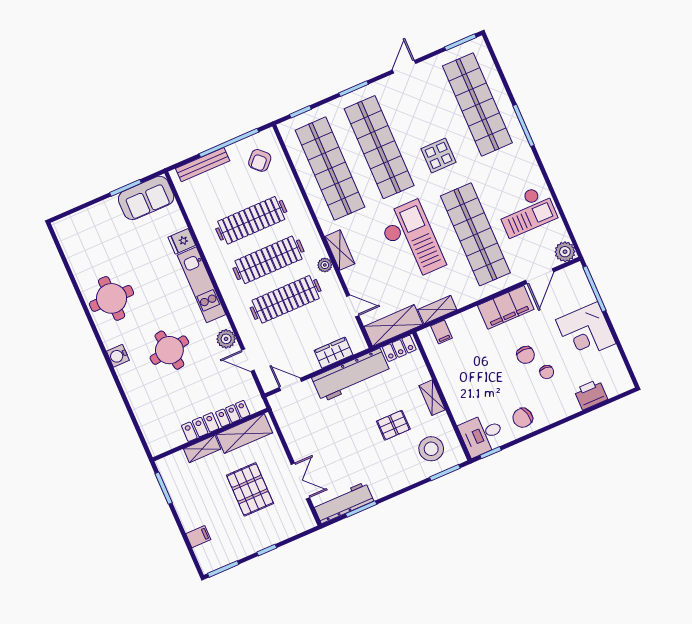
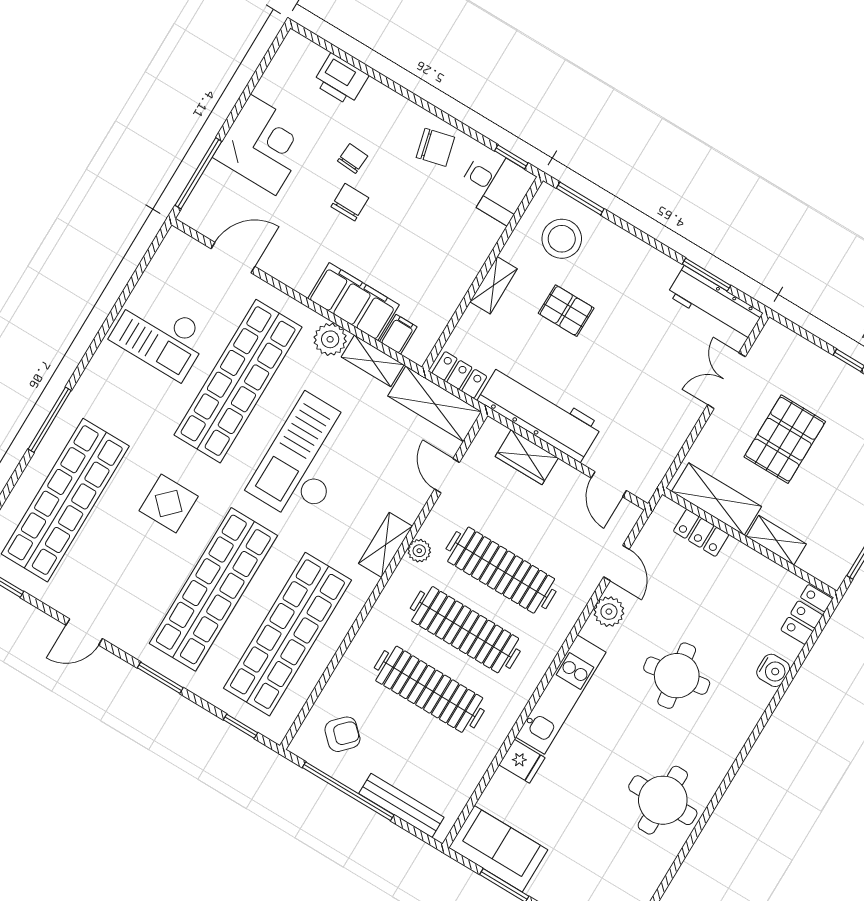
checkout: (526, 211) -> (160, 336), turned 180
plant: (565, 252) -> (330, 339), moved
filing cabinet: (506, 307) -> (353, 302), moved
water cooler: (118, 356) -> (773, 670), moved
locker: (200, 427) -> (807, 614), moved, turned 90

